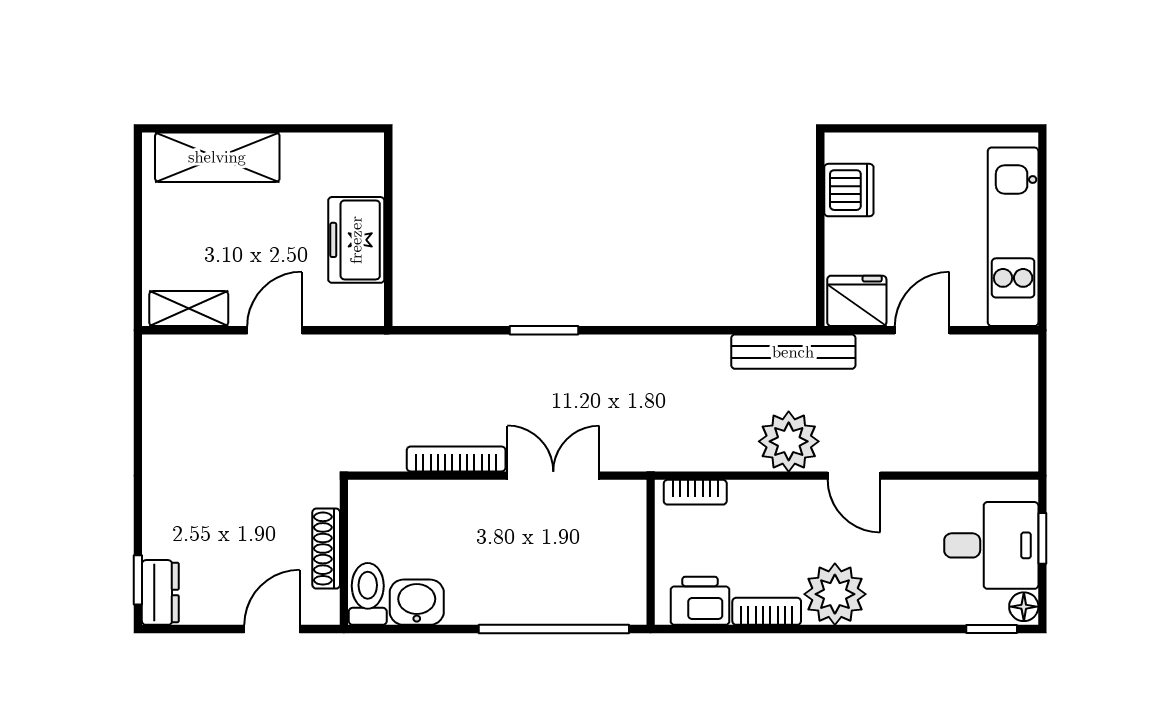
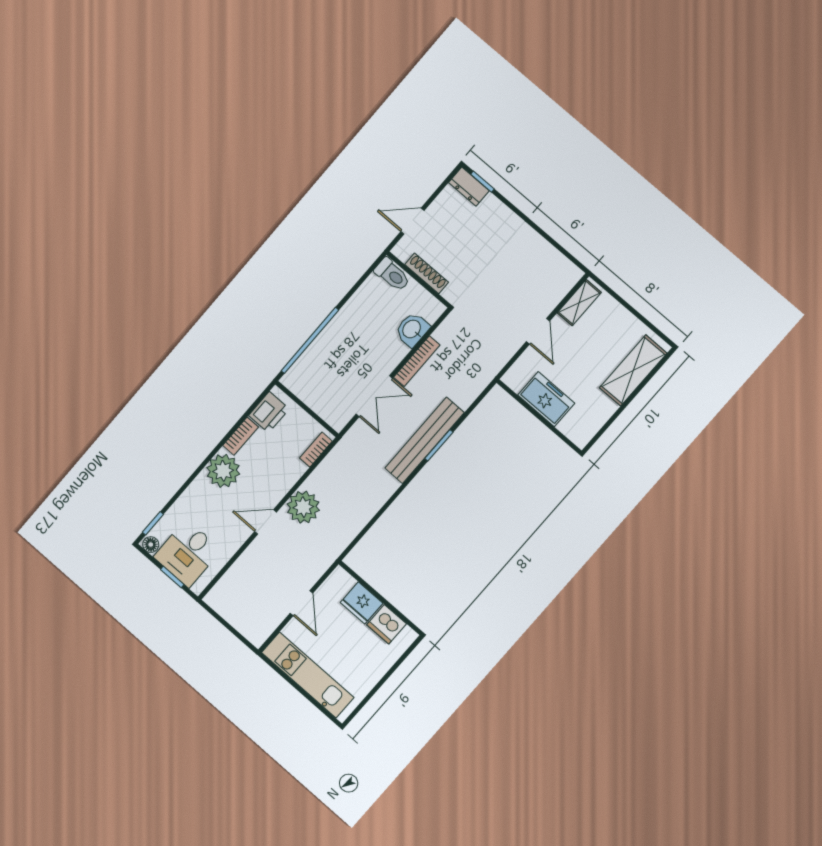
fridge: (857, 301) -> (362, 603), moved, turned 90
bench: (793, 352) -> (425, 440), moved, width x1.37, depth x1.21
washbasin: (417, 602) -> (412, 329), moved, turned 180
door: (272, 629) -> (412, 221), swing flipped

